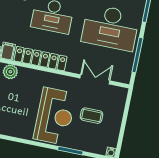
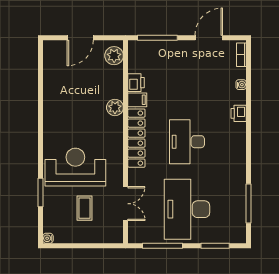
reception desk: (55, 116) -> (75, 167), turned 180

